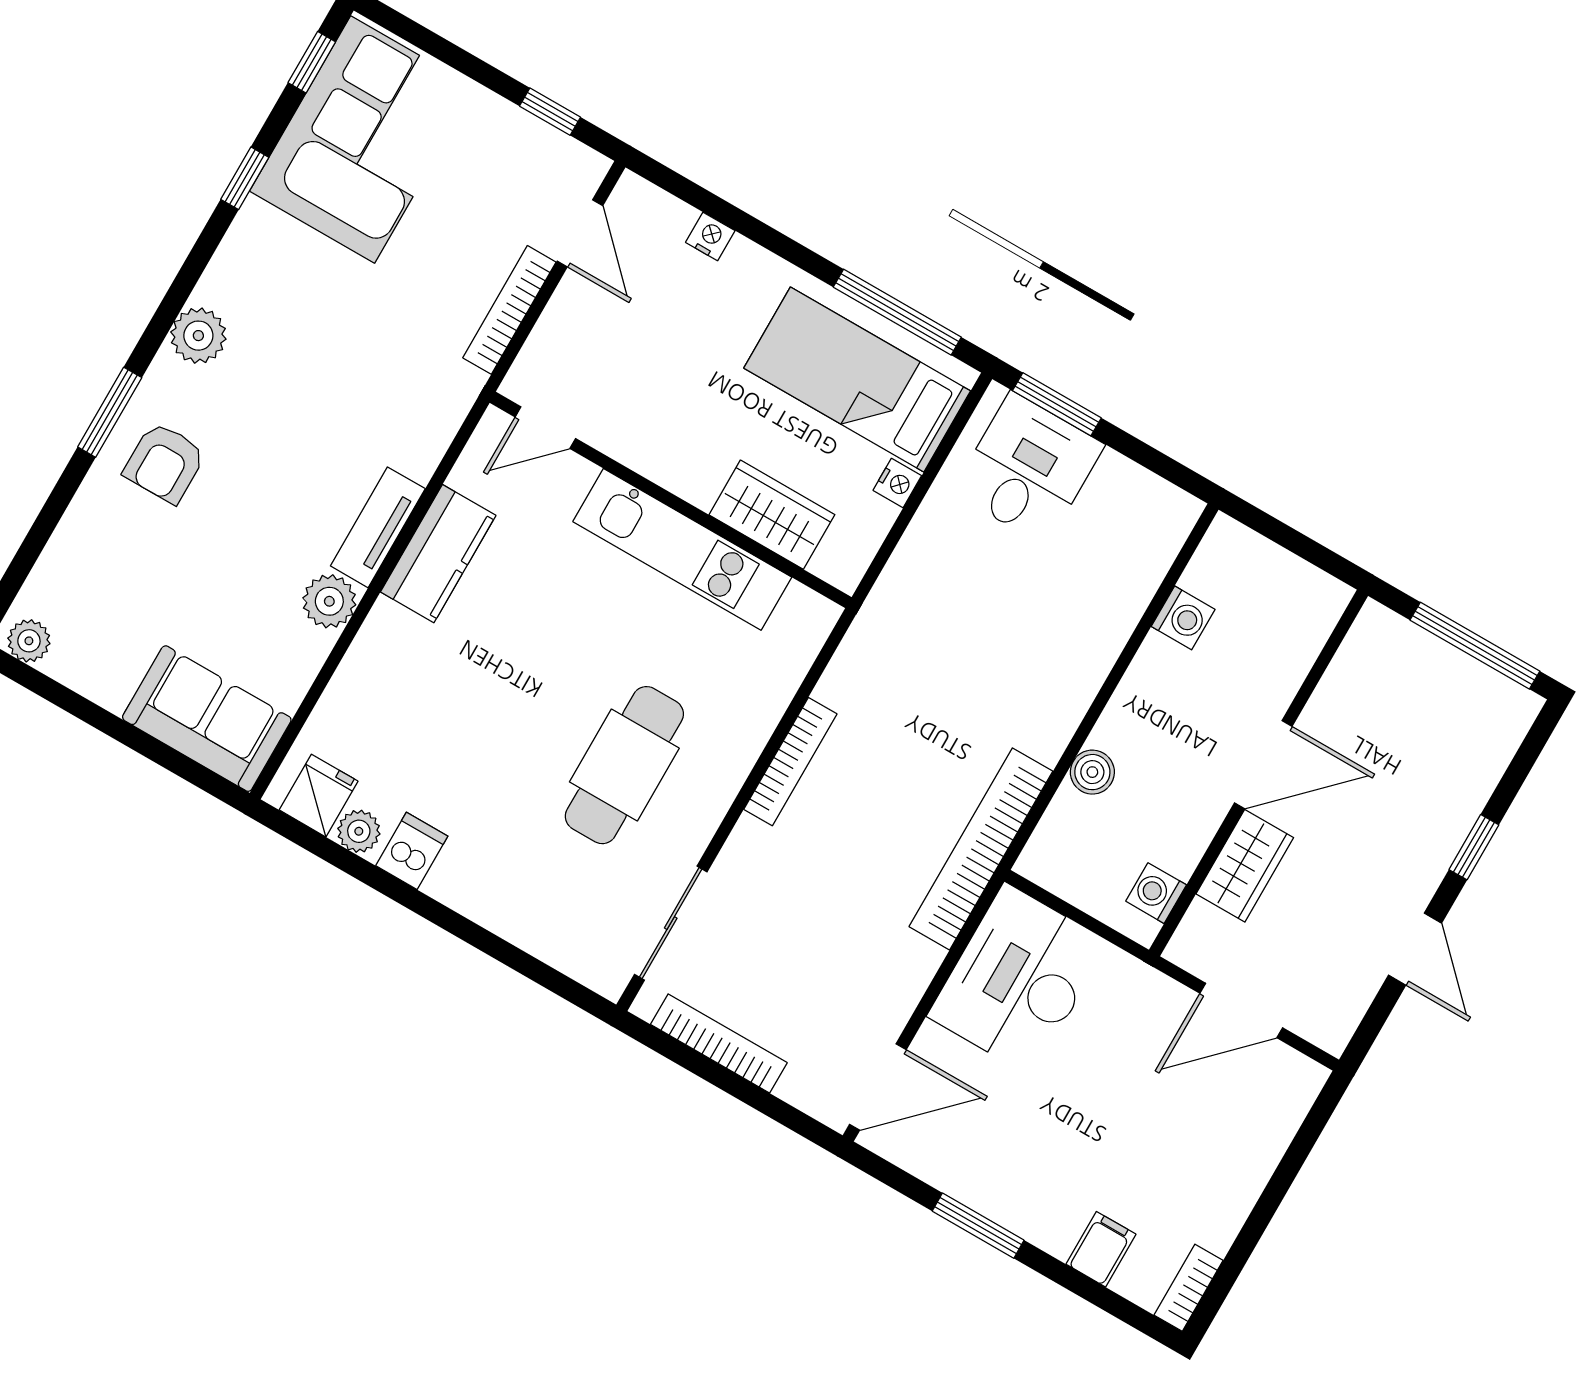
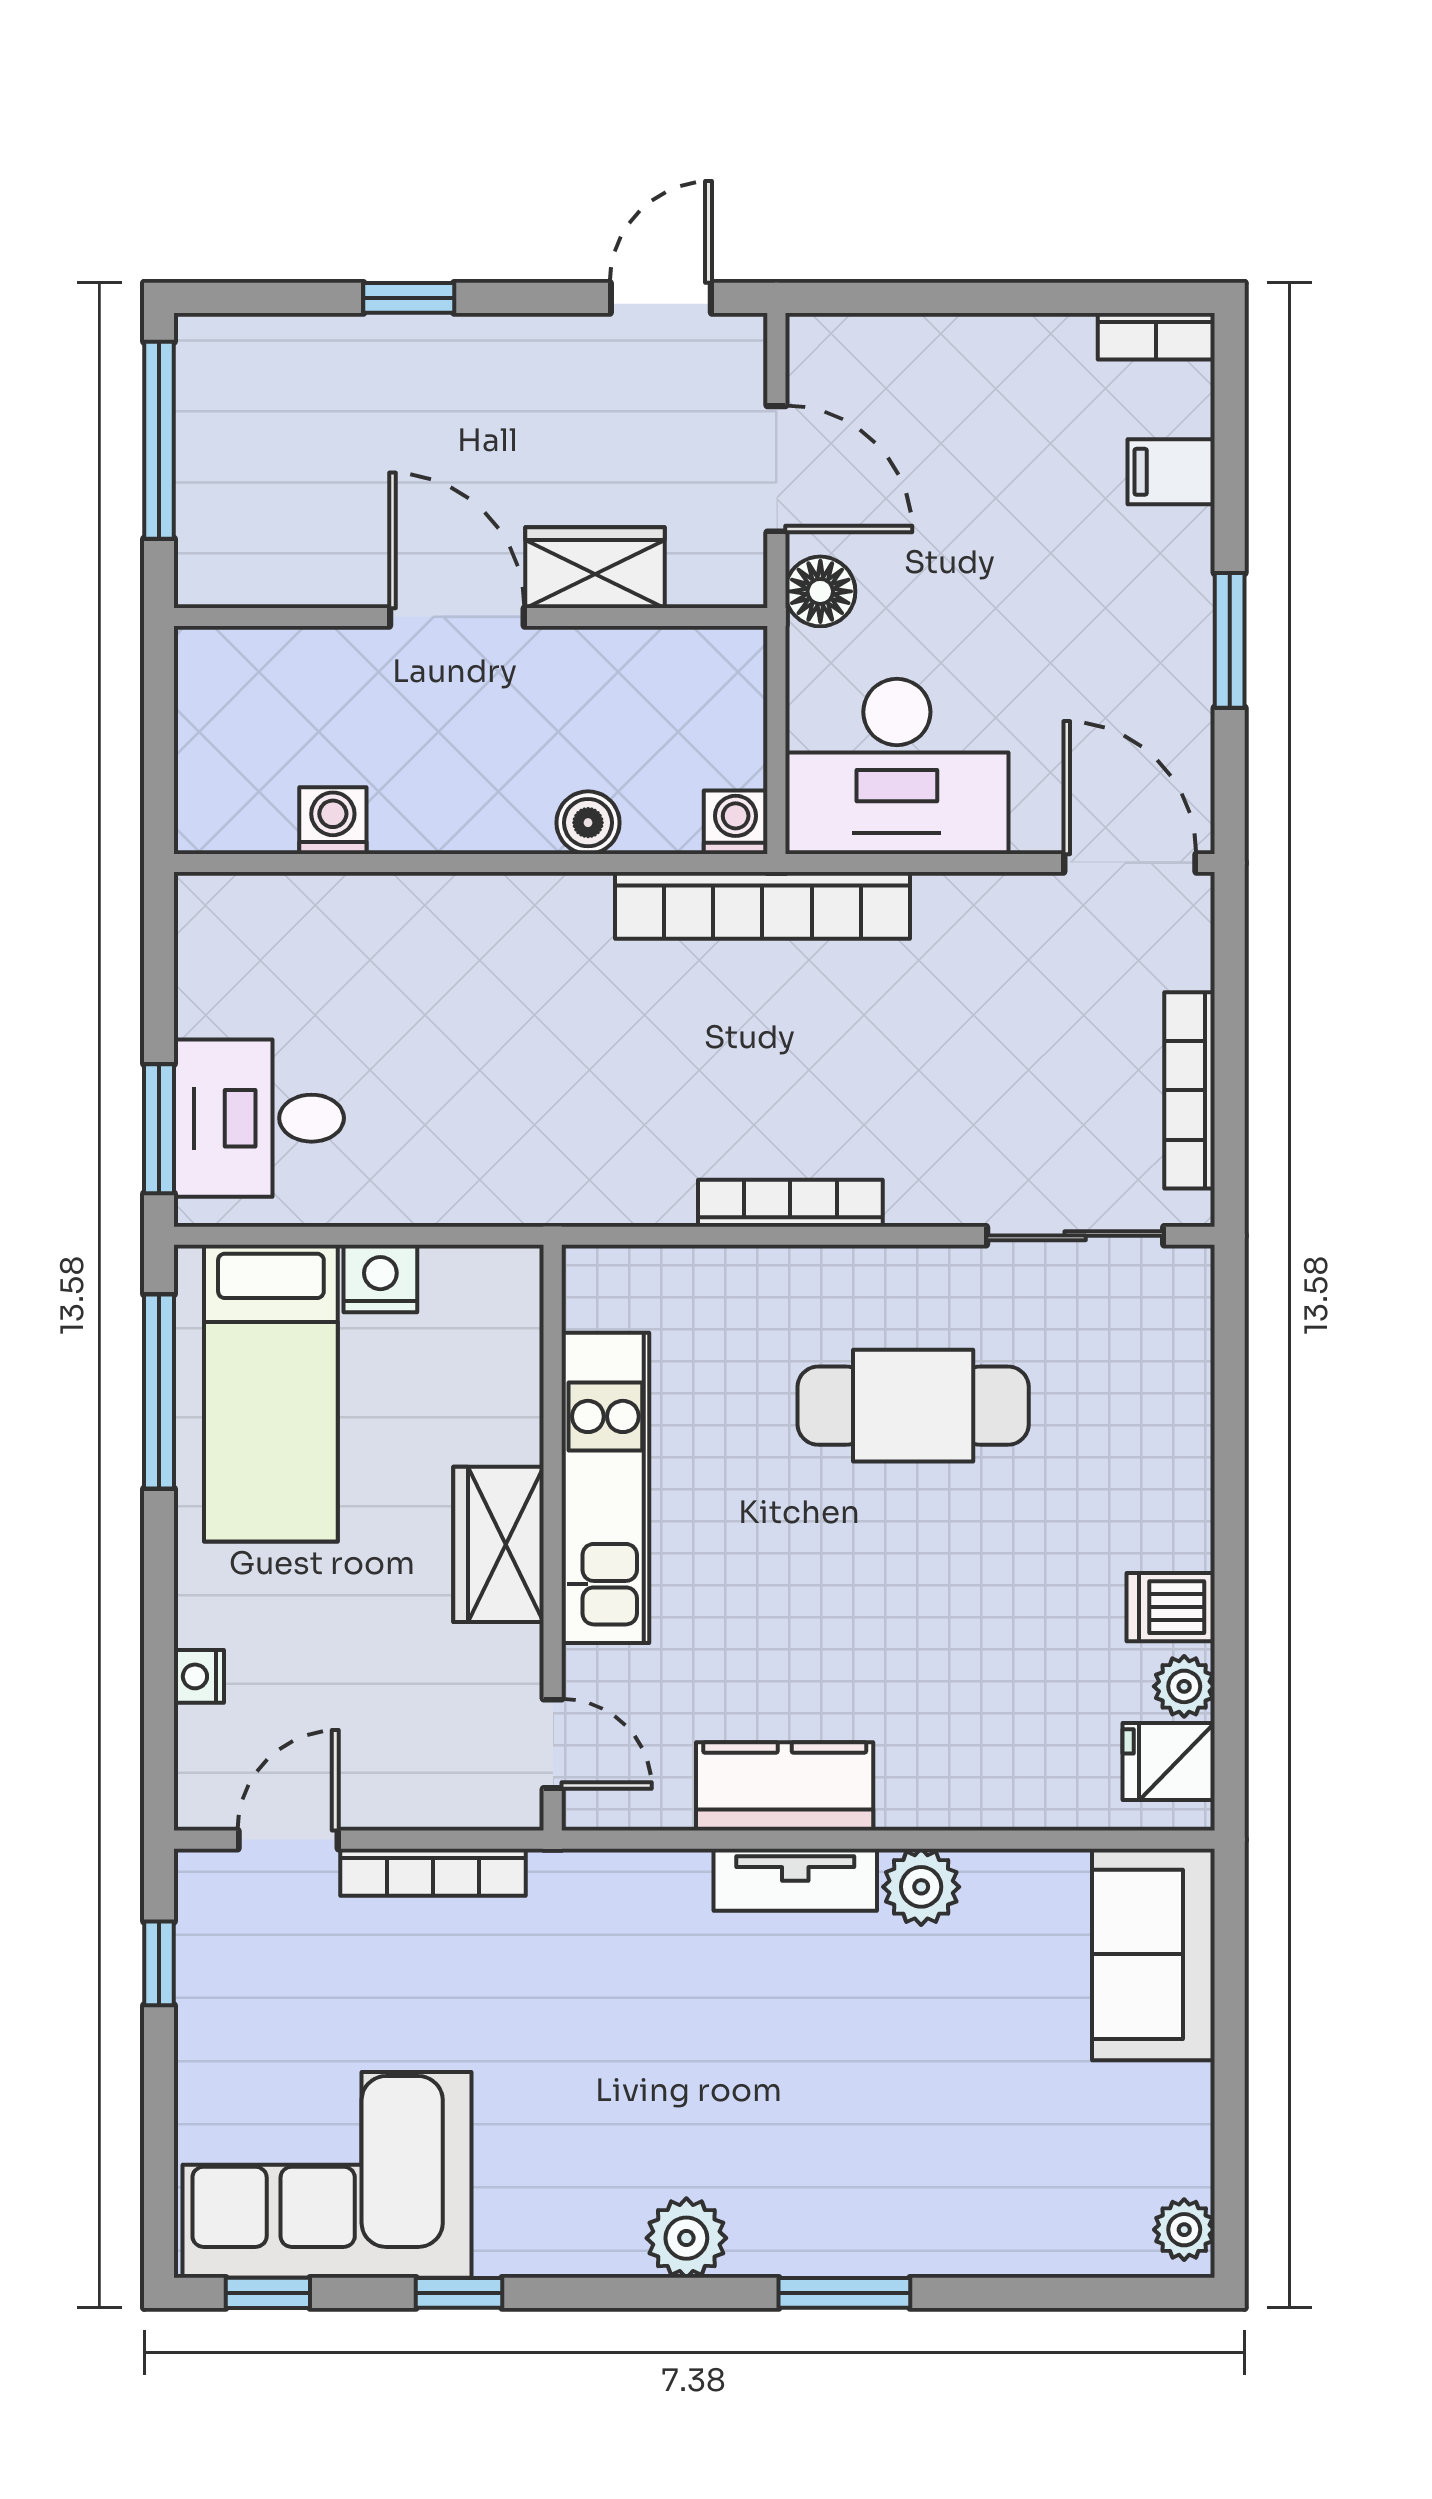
armchair: (165, 463) -> (867, 2189), removed
nightstand: (897, 483) -> (380, 1278), width x1.39, depth x1.35
wardrobe: (772, 515) -> (499, 1544), moved
washing machine: (1156, 893) -> (736, 822), moved, turned 180
door: (1415, 949) -> (661, 298), moved
floor lamp: (1151, 994) -> (820, 591), added

